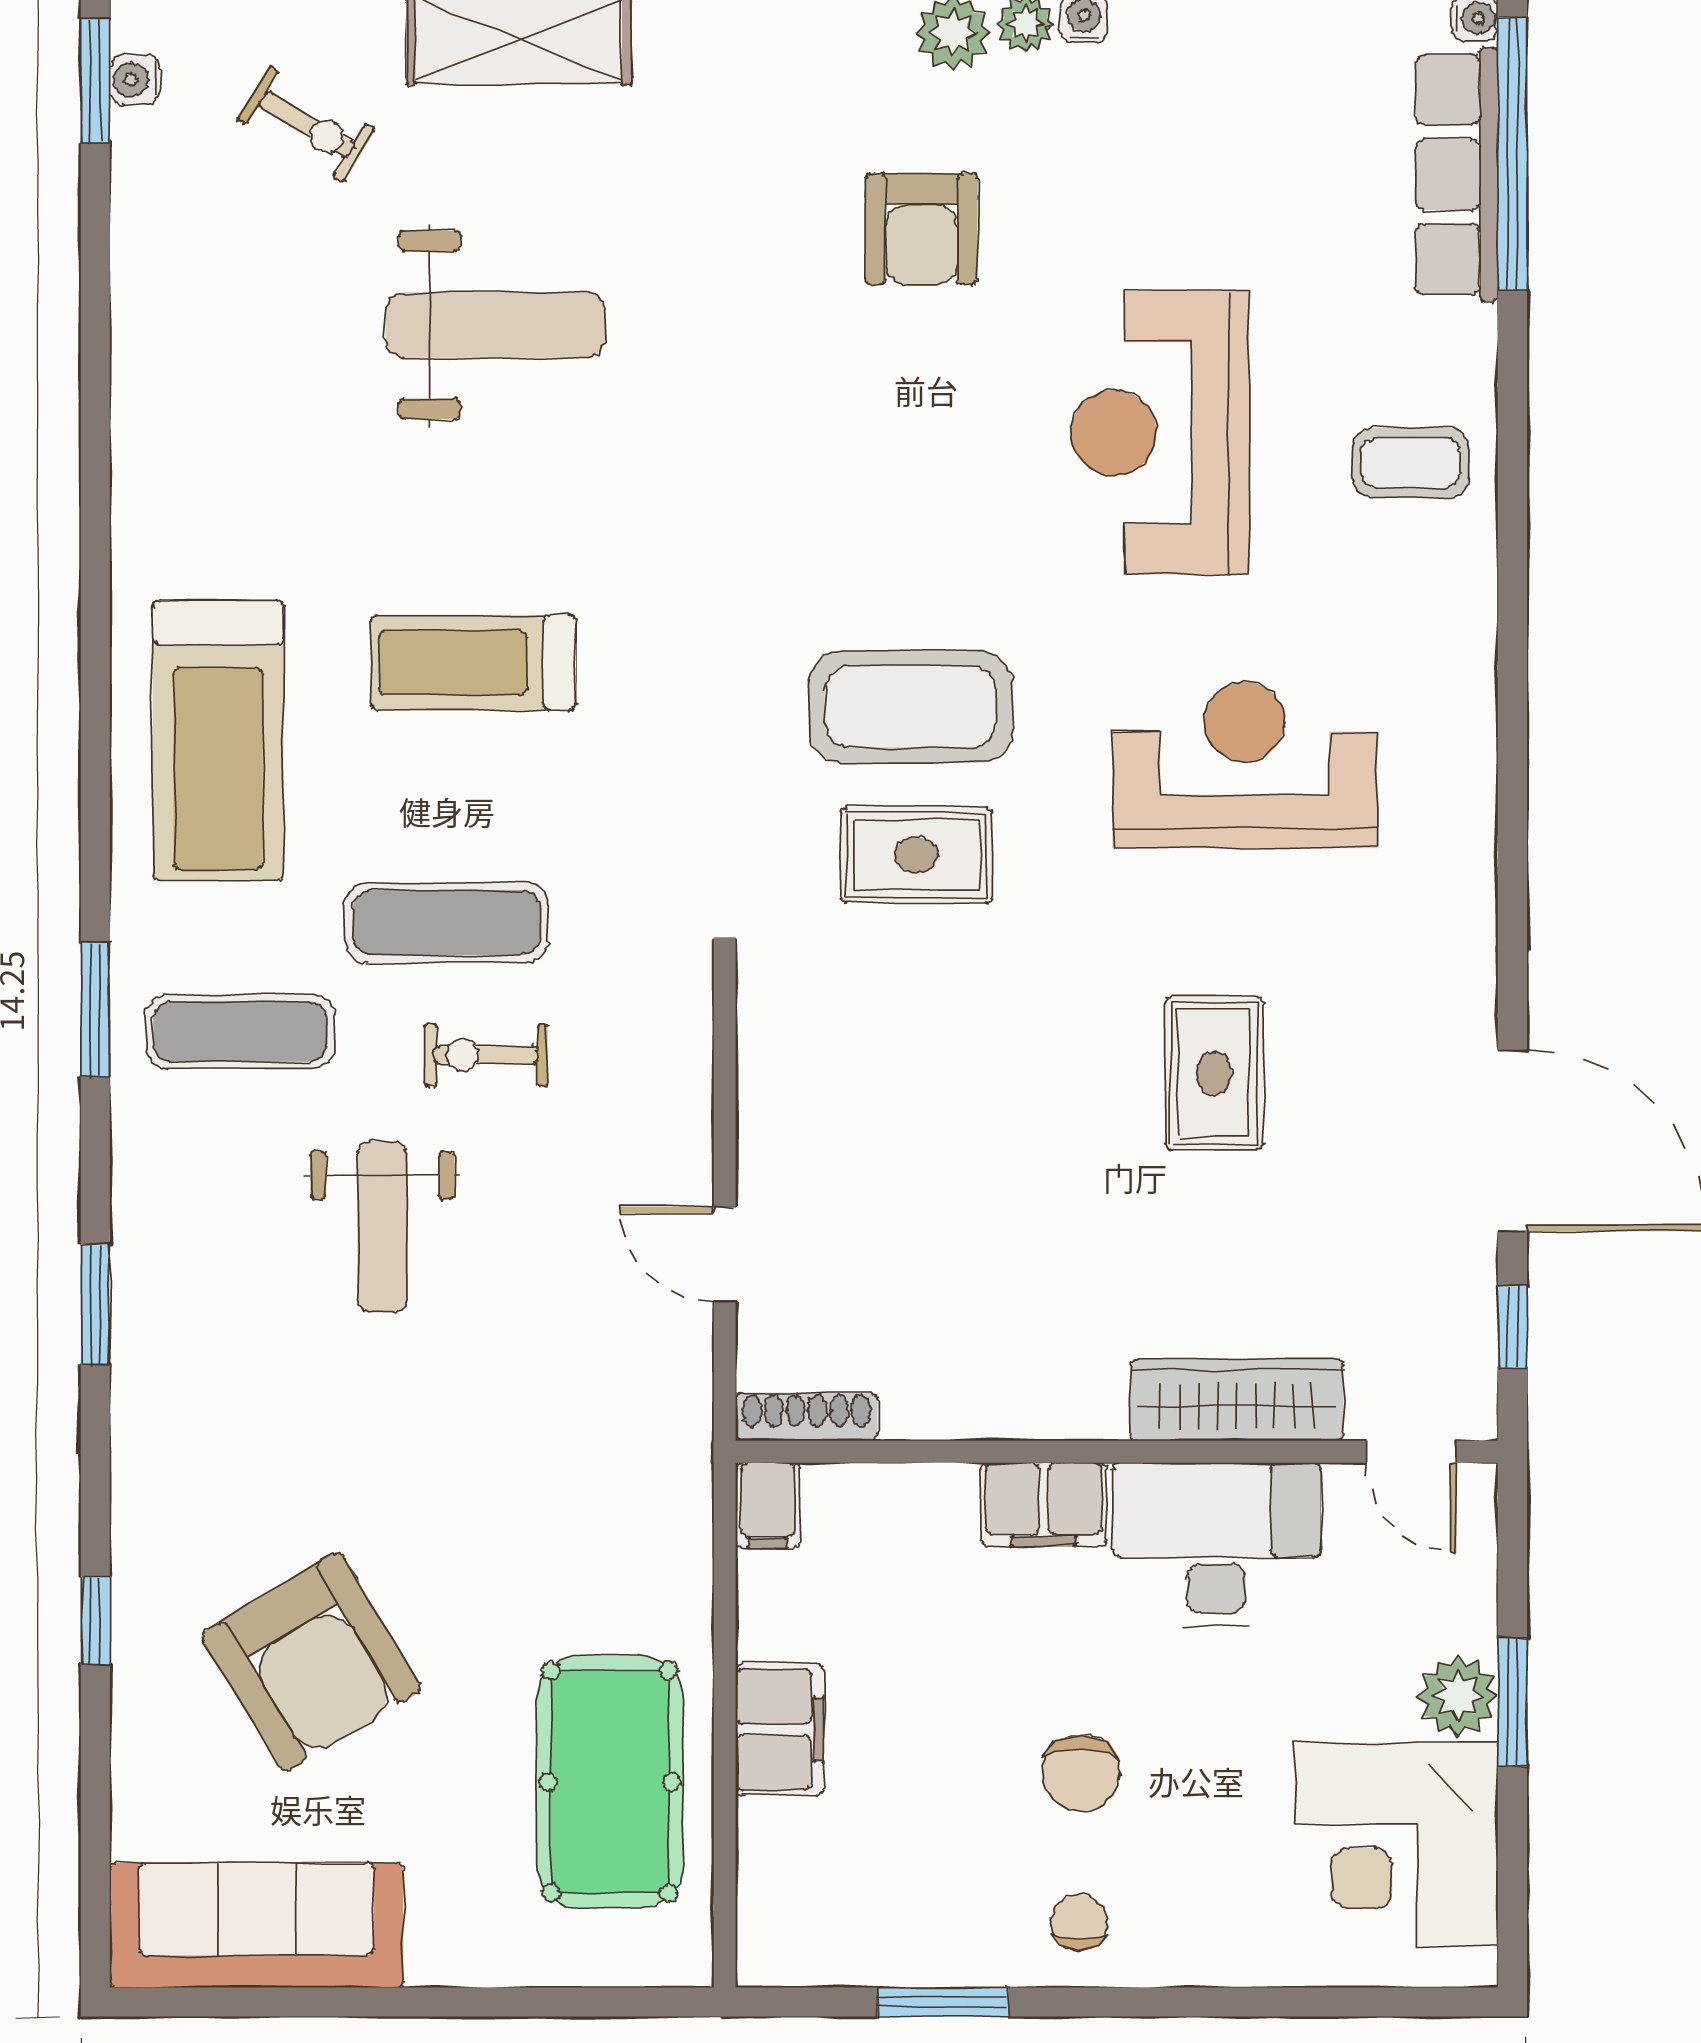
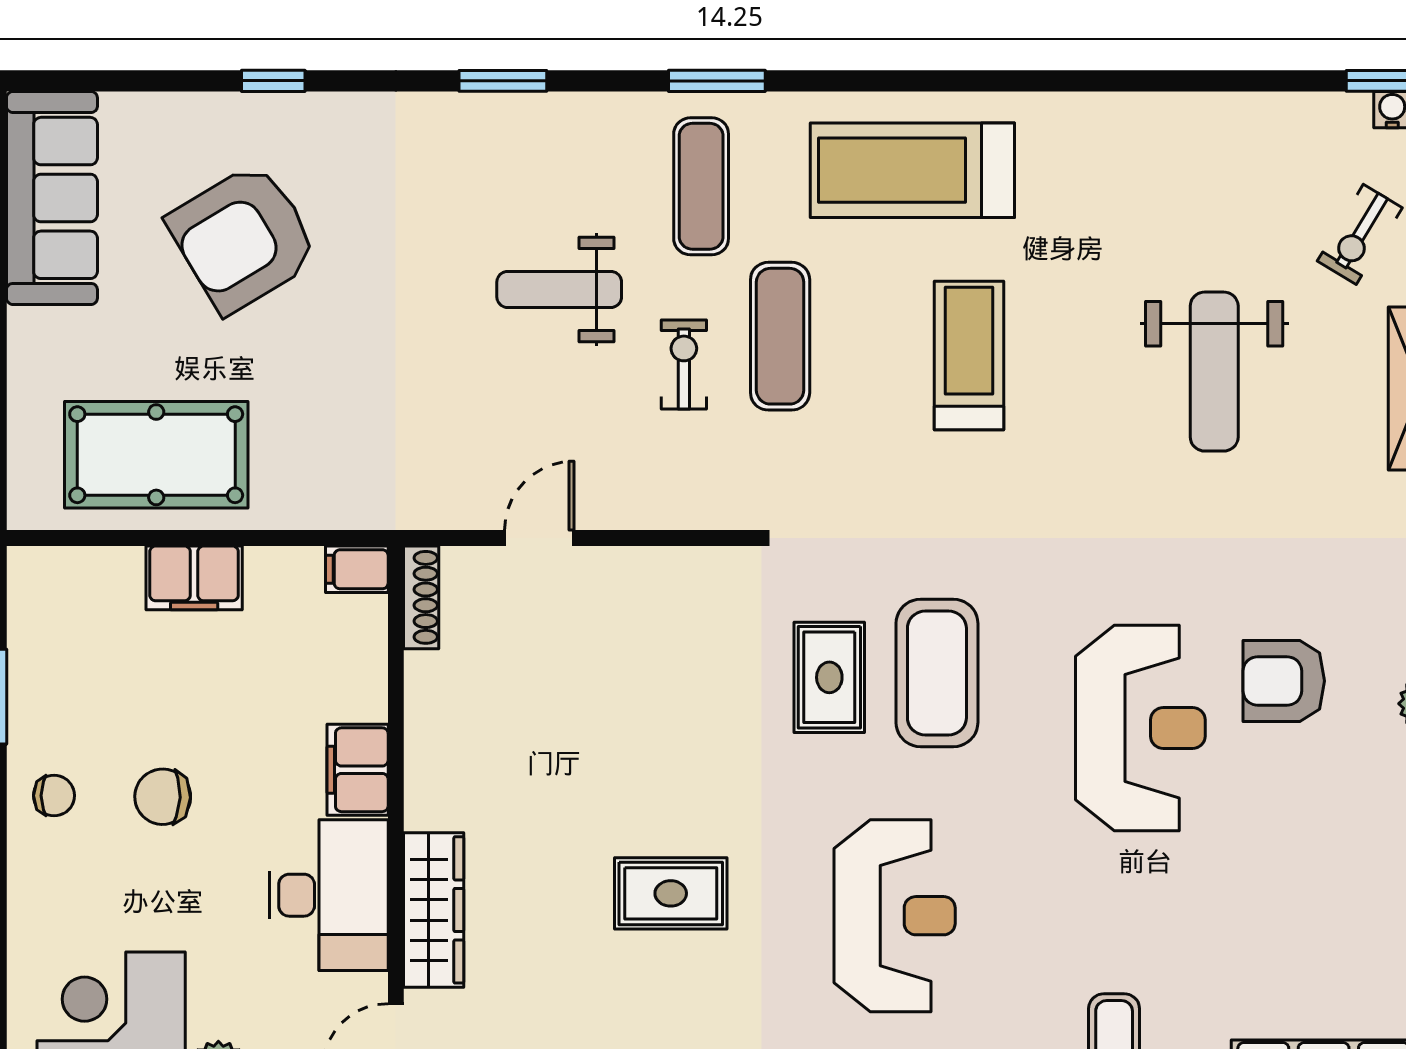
reception desk: (1160, 433) -> (1140, 728), moved, turned 90

